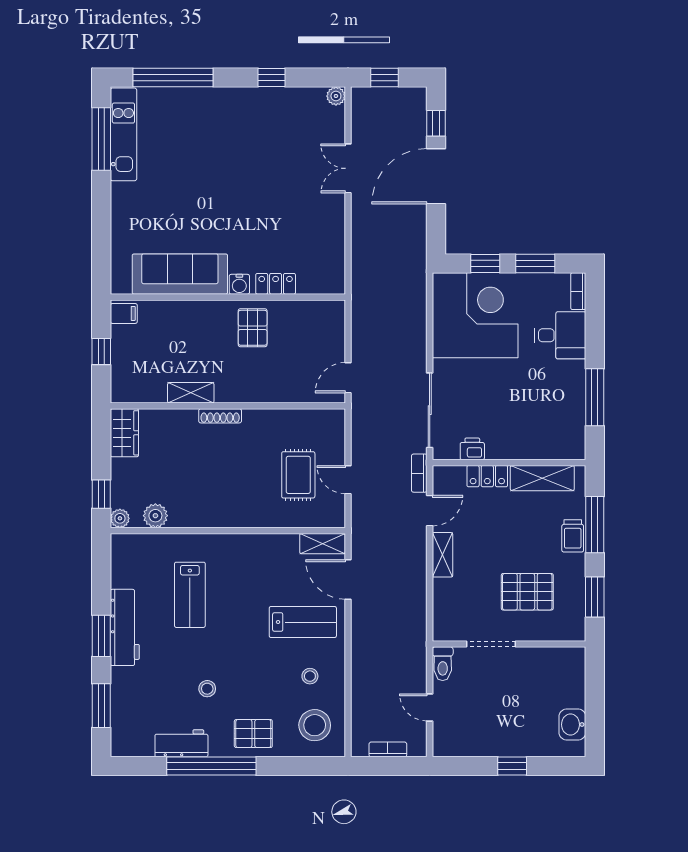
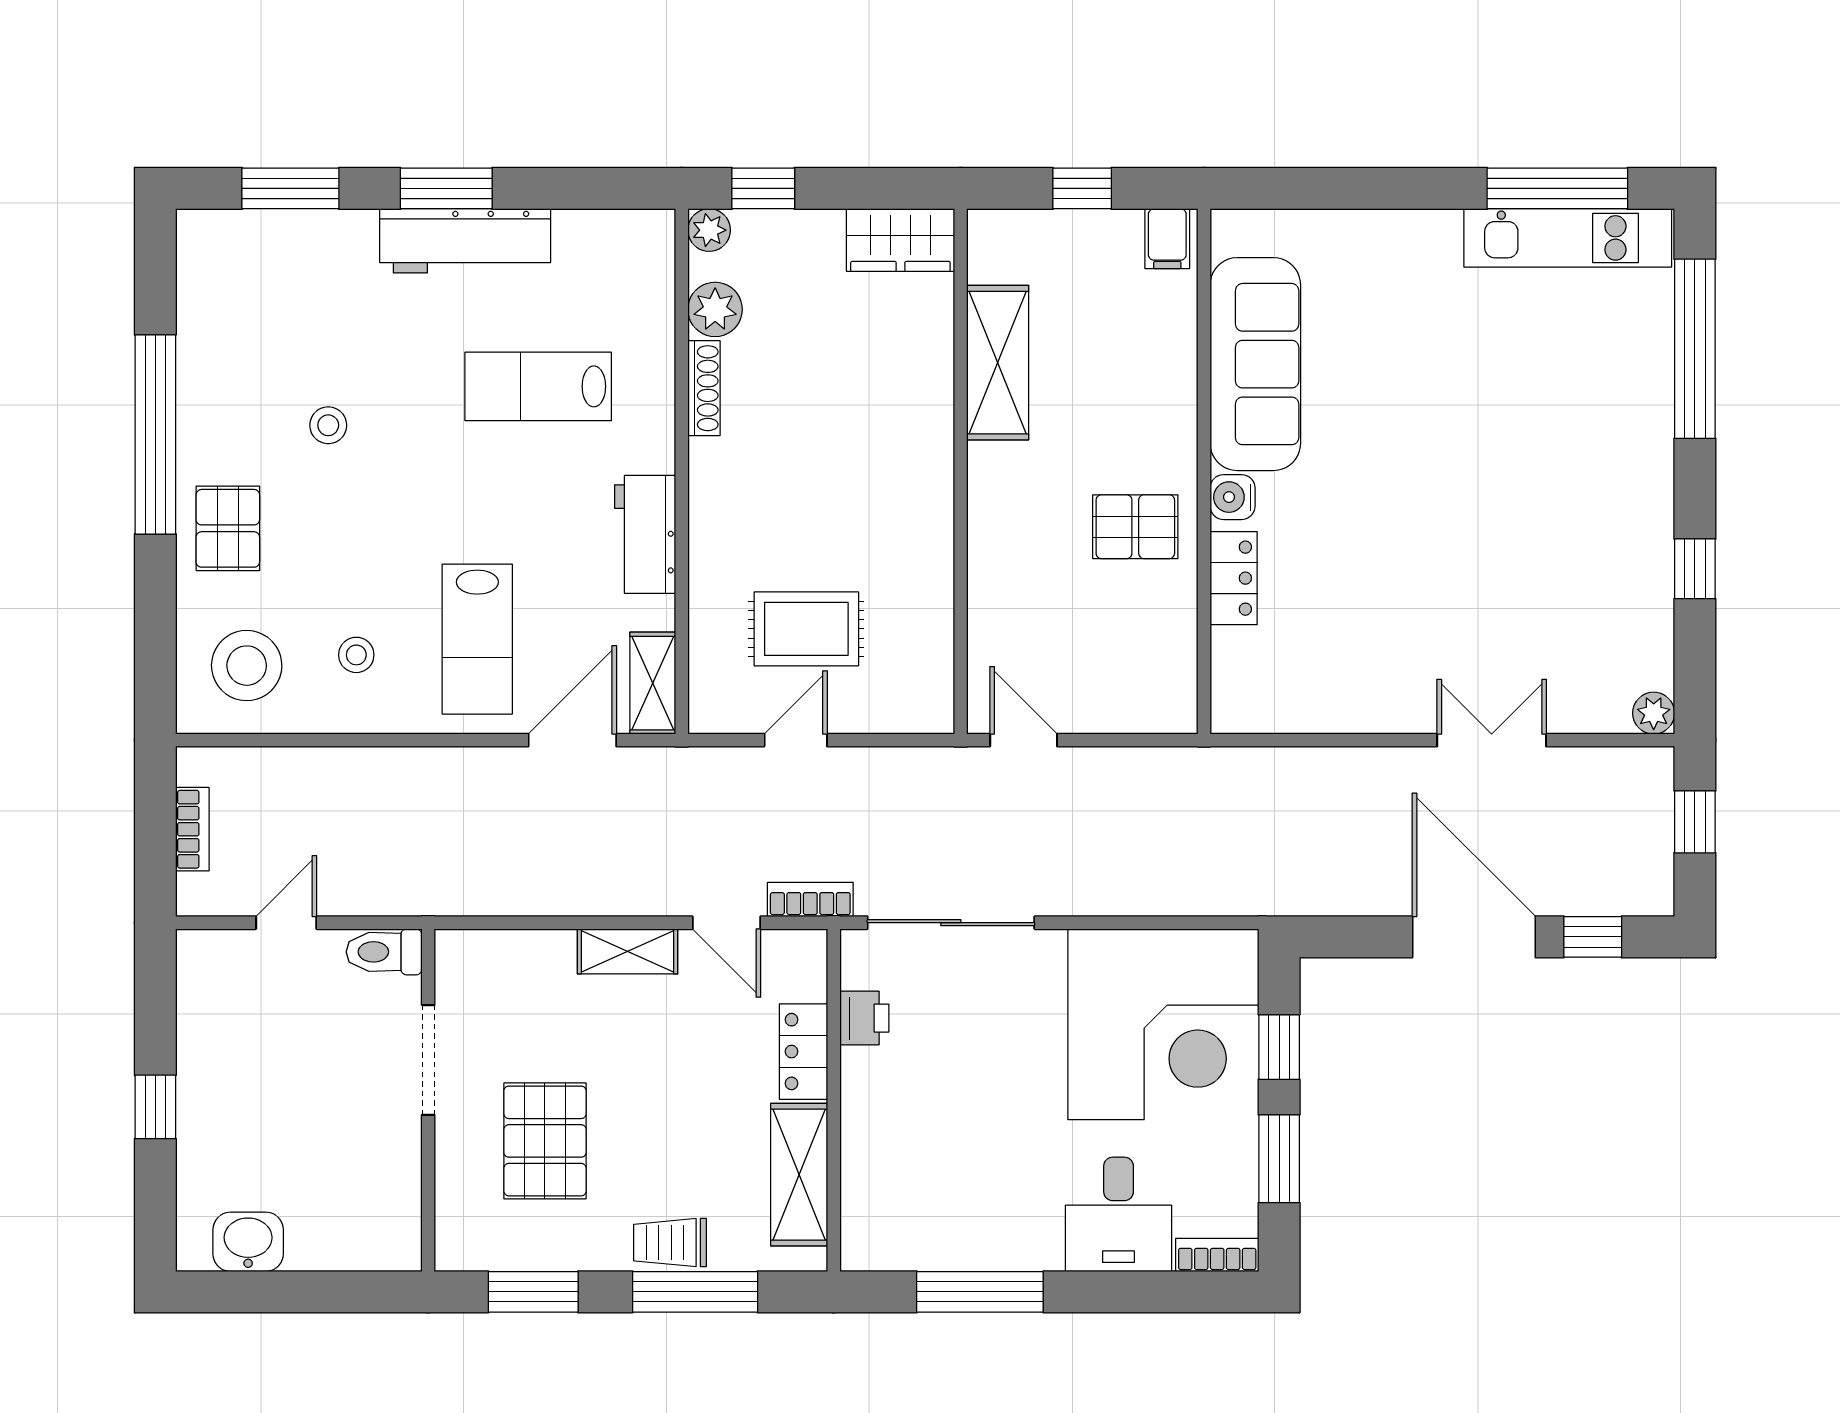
shelving: (191, 393) -> (998, 363), width x1.50, depth x1.33
shoe rack: (220, 416) -> (704, 388), moved, turned 180
workbench: (181, 743) -> (645, 534), moved, turned 180

